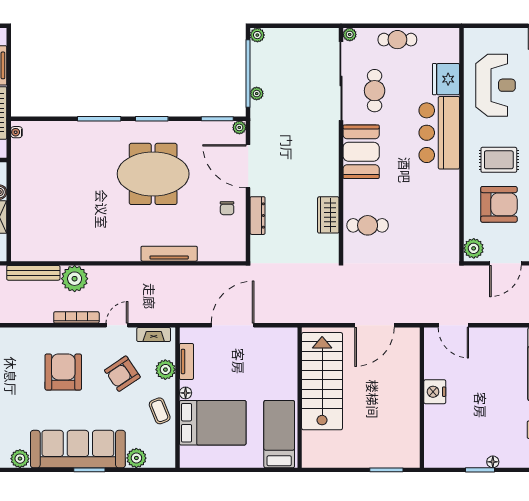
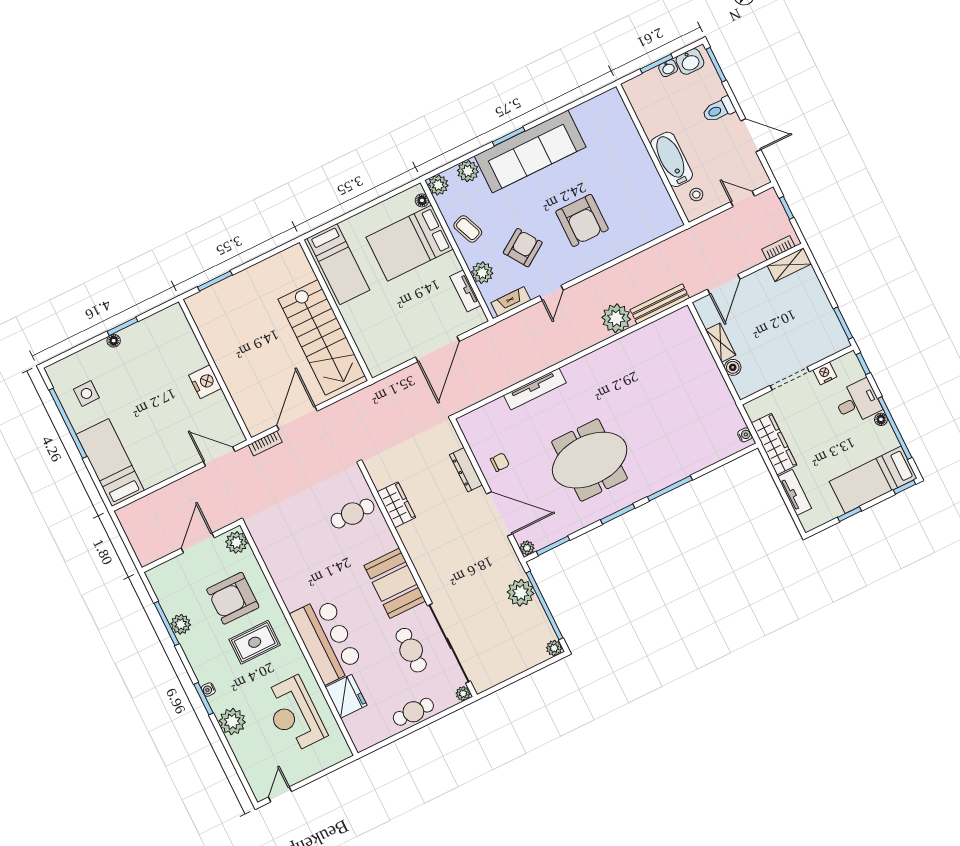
plant: (257, 94) -> (521, 593), width x1.87, depth x1.87
chair: (227, 208) -> (500, 462), turned 90
bookcase: (76, 317) -> (265, 443), moved, width x0.64
floor lamp: (186, 393) -> (422, 200), moved
plant: (20, 459) -> (438, 185), moved

